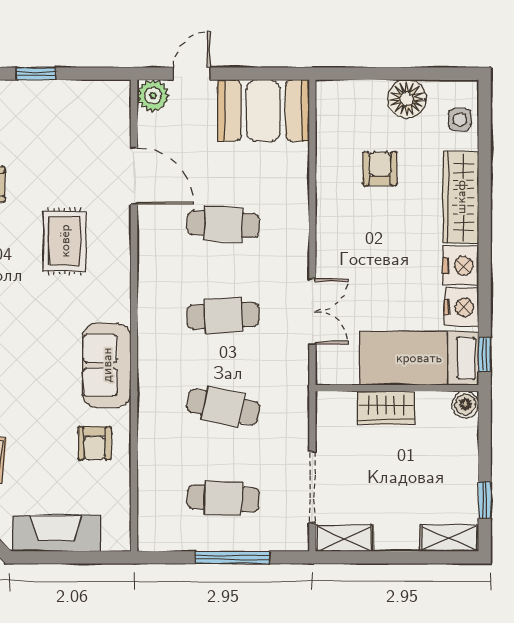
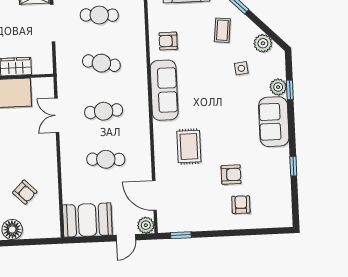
window: (36, 74) -> (181, 235), moved
armchair: (380, 169) -> (25, 192), turned -45
door: (134, 176) -> (154, 196), moved
sofa: (107, 365) -> (164, 90), width x1.36
armchair: (95, 443) -> (168, 41), turned -90

